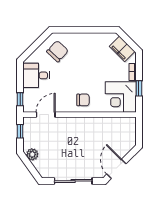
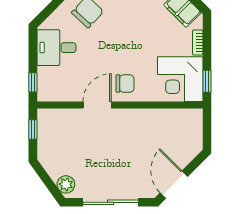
window: (139, 88) -> (207, 81), moved
door: (46, 115) -> (97, 105), moved
plant: (32, 154) -> (66, 184), moved

